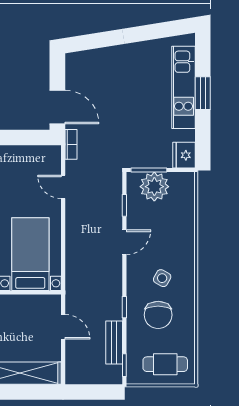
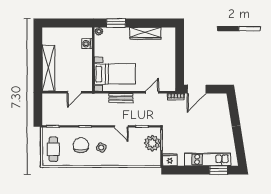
window: (203, 93) -> (219, 170), moved
chair: (158, 315) -> (81, 145), turned 90
bench: (114, 343) -> (121, 98), moved

